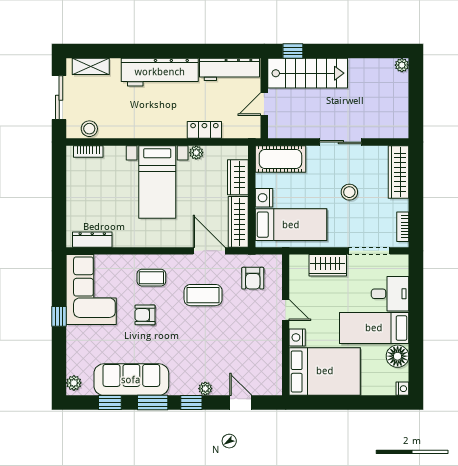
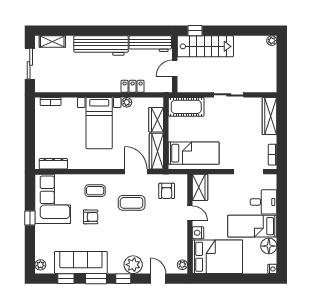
stool: (89, 129) -> (51, 85), removed
stool: (349, 192) -> (235, 130), removed
nightstand: (264, 198) -> (175, 134), removed
wardrobe: (328, 265) -> (200, 187), moved, turned -90
armchair: (145, 315) -> (91, 217), turned 180
plant: (275, 383) -> (182, 265), added
plant: (205, 389) -> (133, 265), width x1.87, depth x1.87

